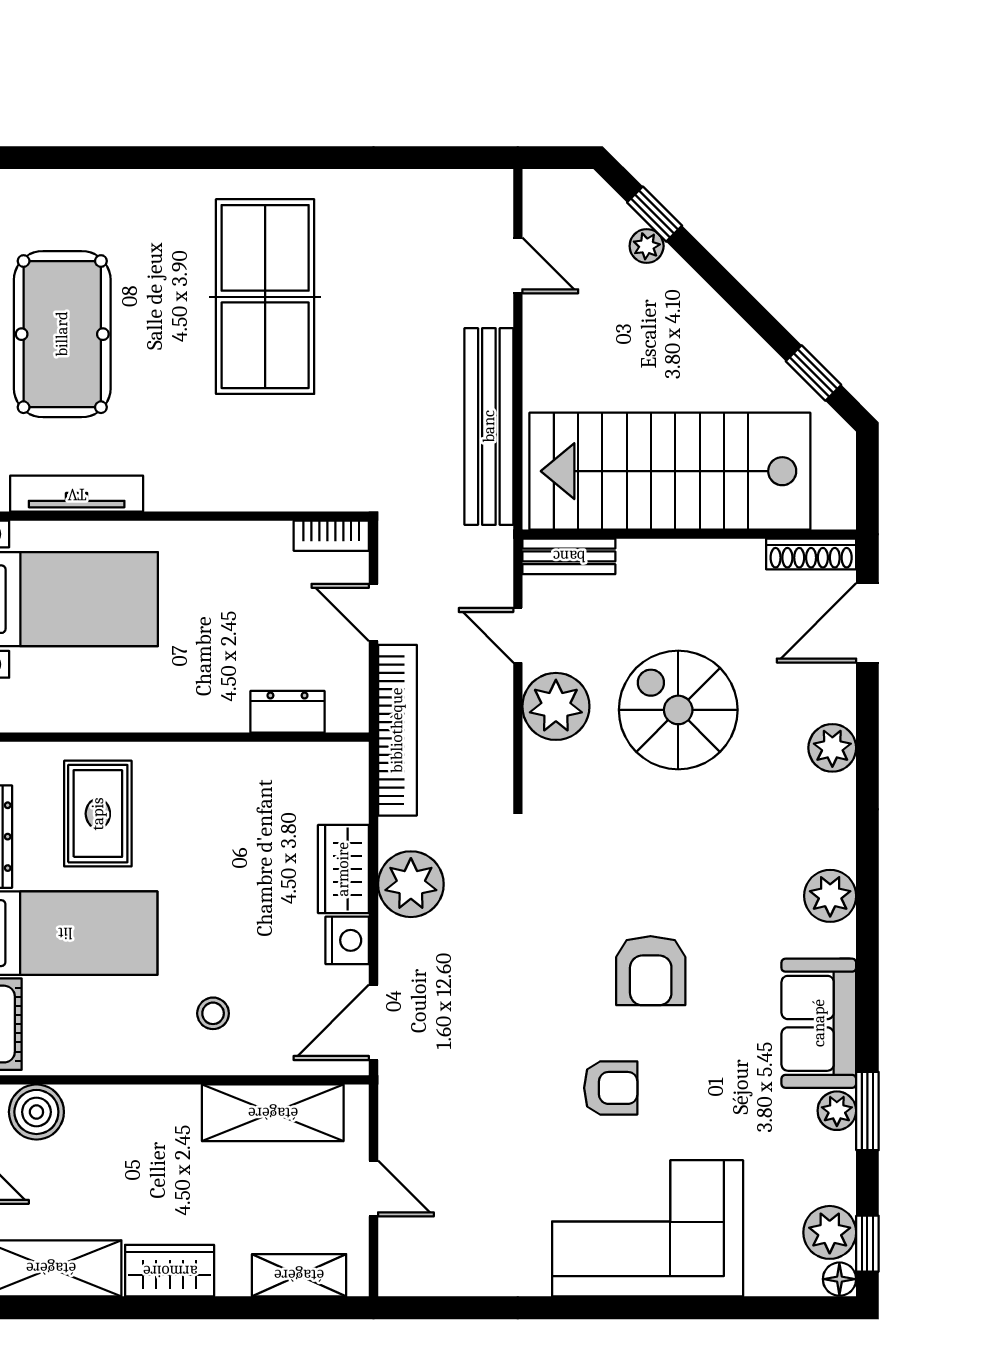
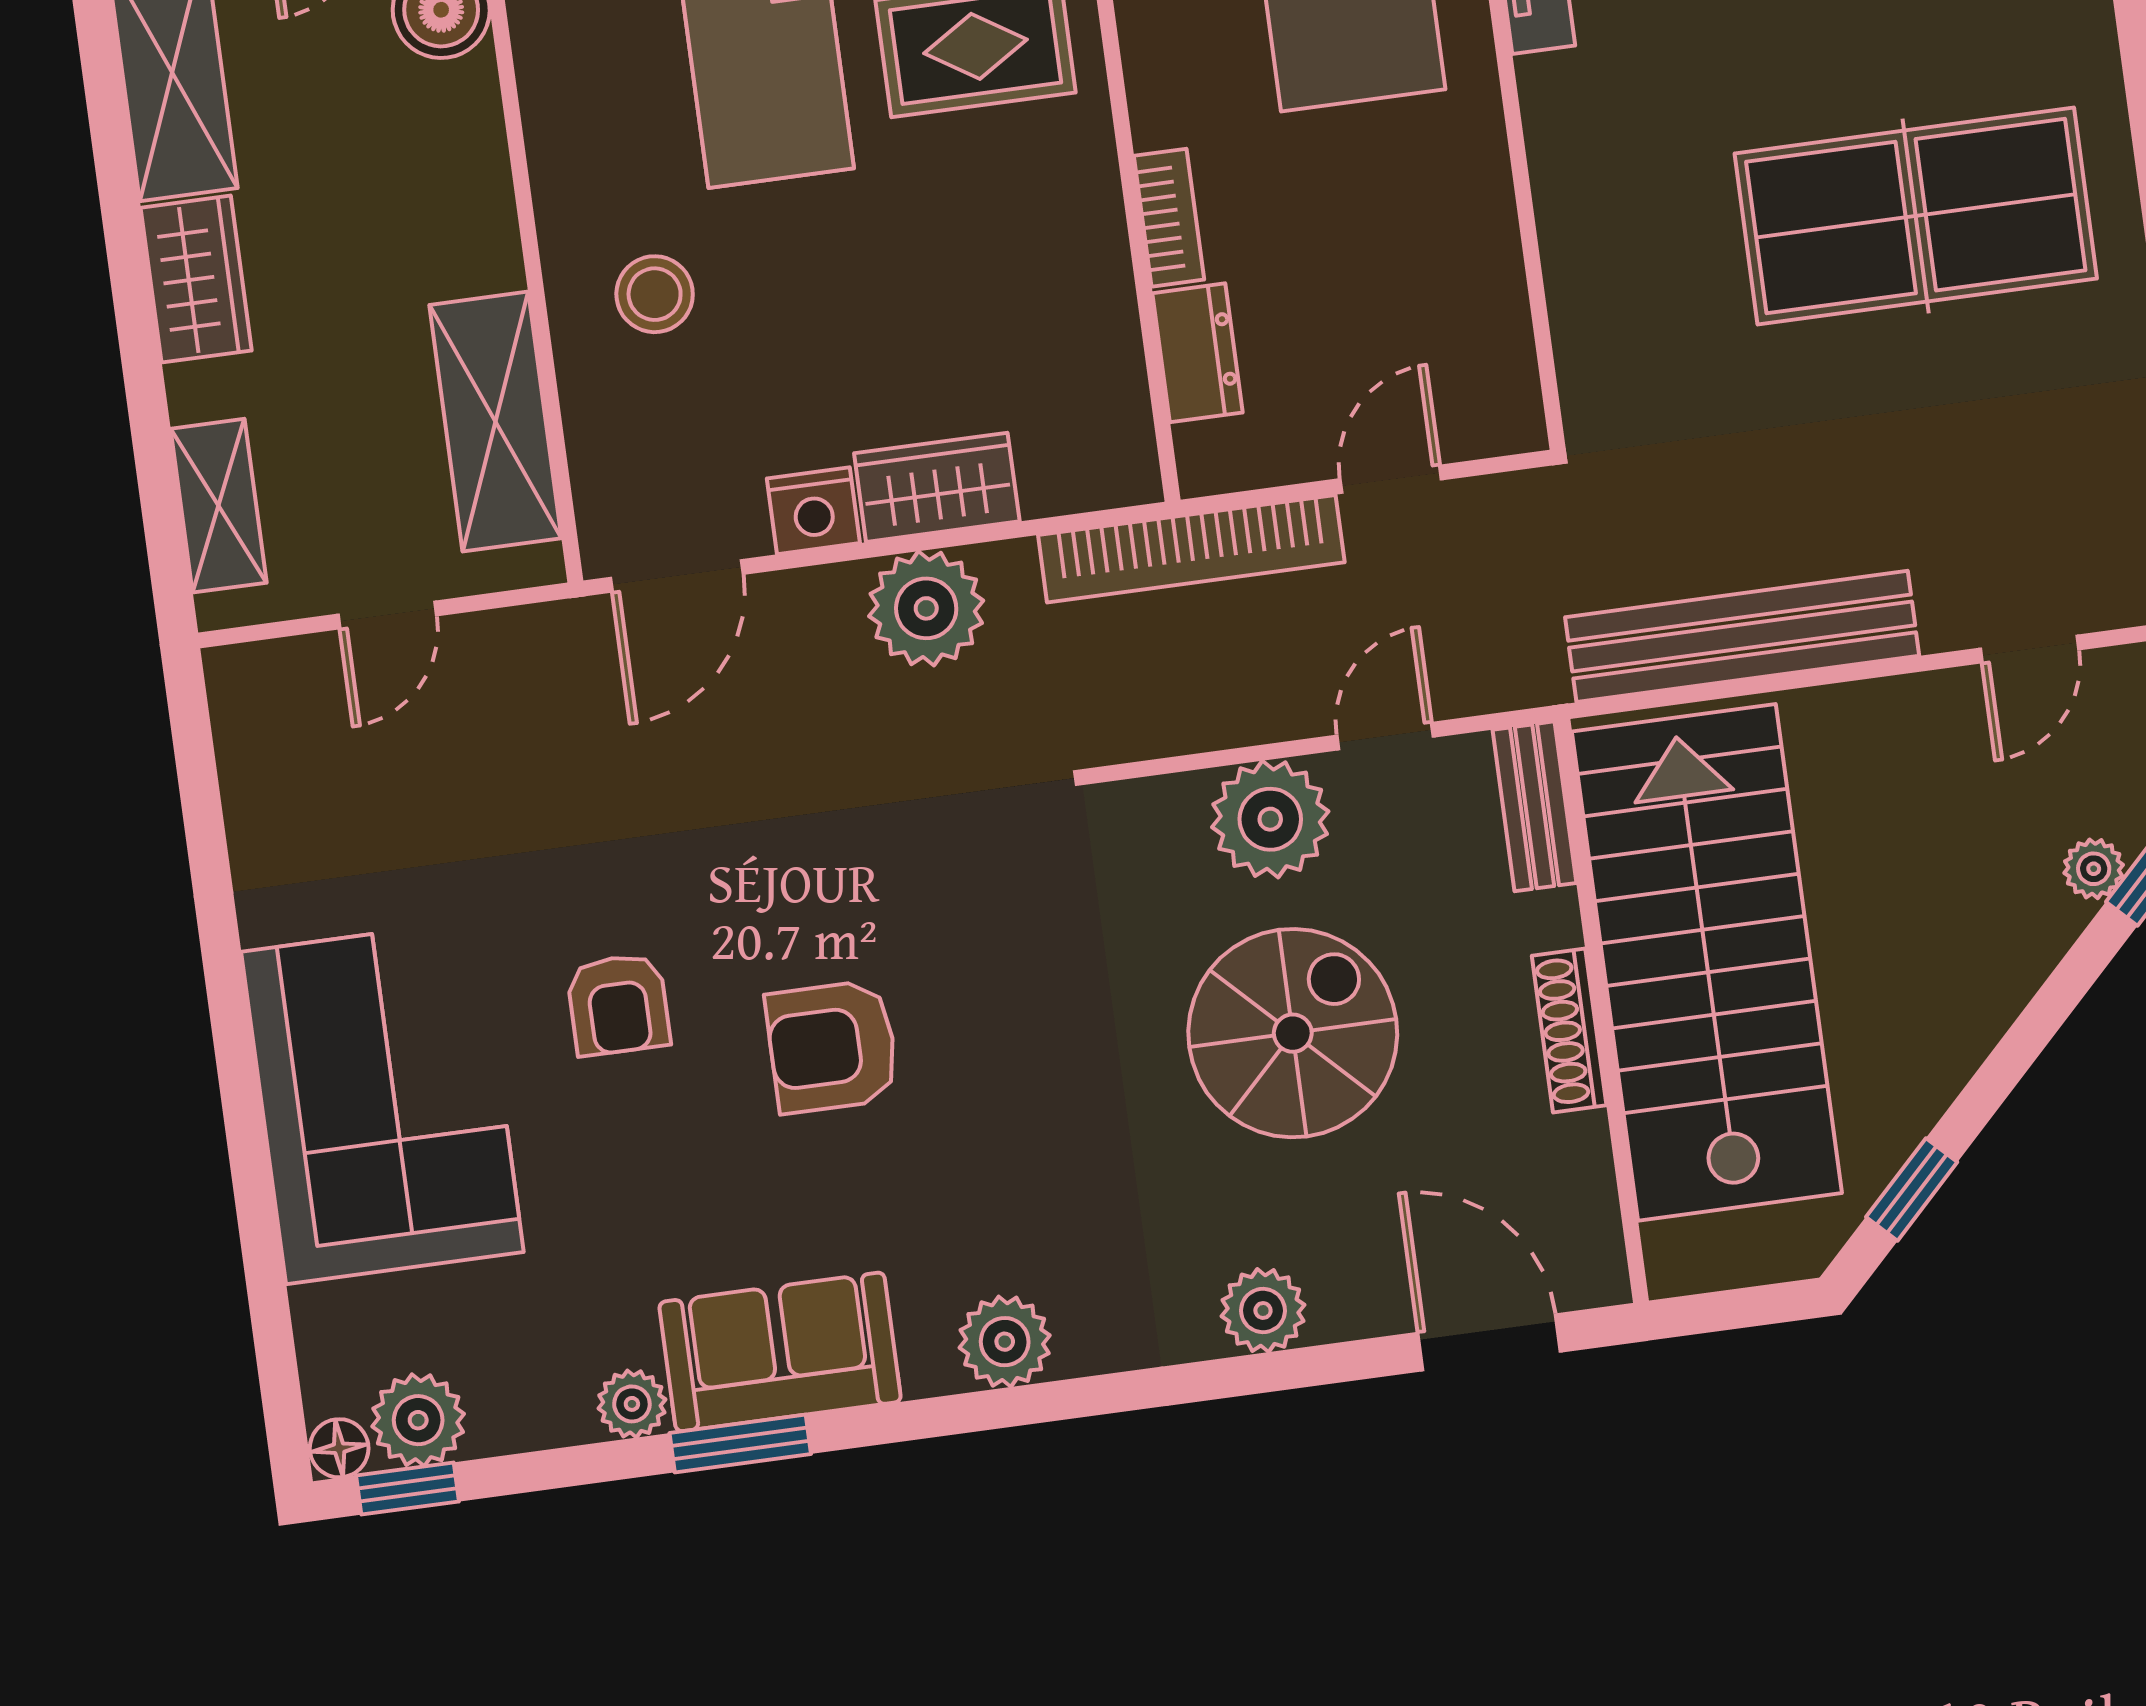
bookcase: (331, 536) -> (1169, 218), moved, turned 180
shoe rack: (811, 554) -> (1569, 1030), moved
stool: (213, 1013) -> (655, 294), width x1.37, depth x1.37
door: (374, 1022) -> (677, 576), swing flipped
window: (867, 1111) -> (740, 1444), moved

